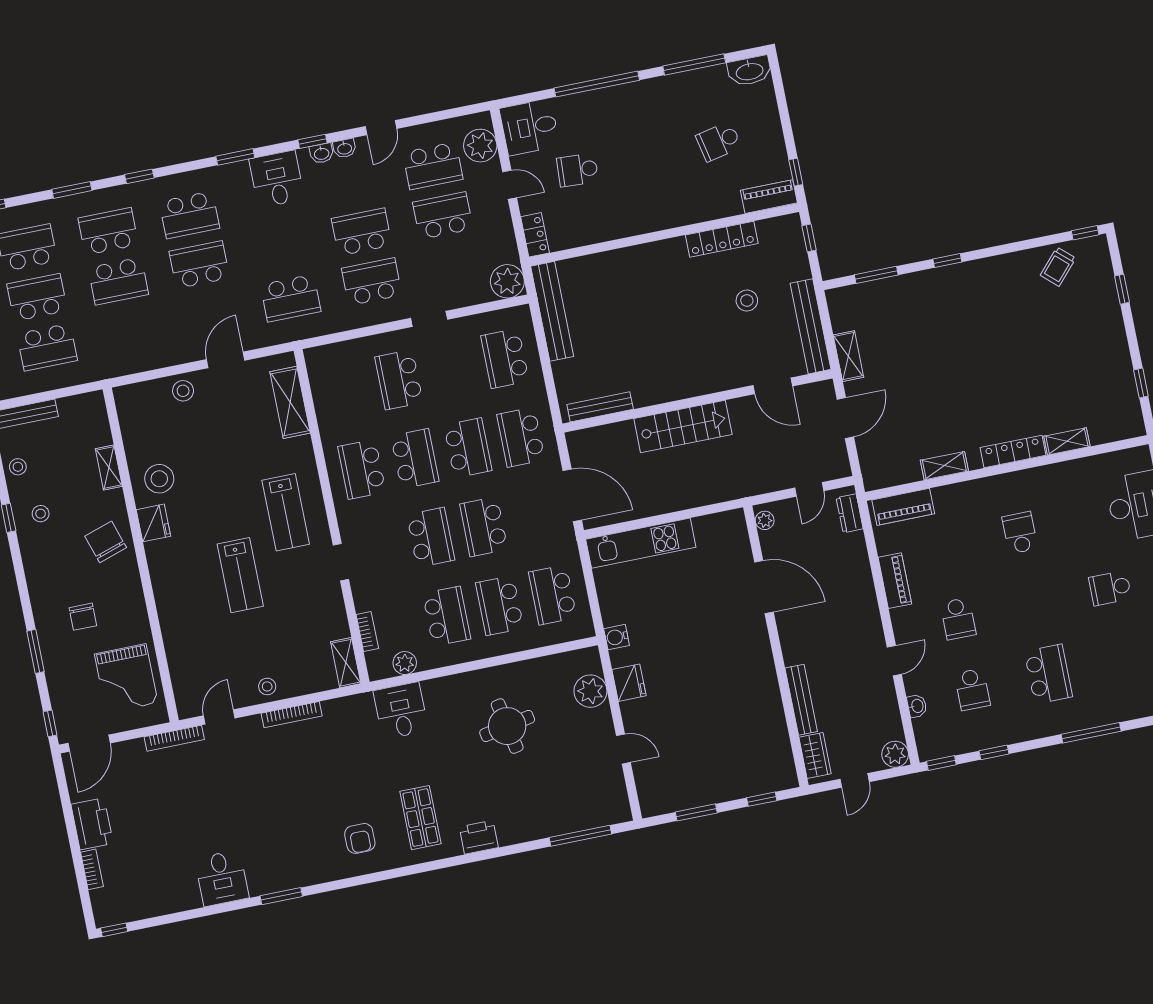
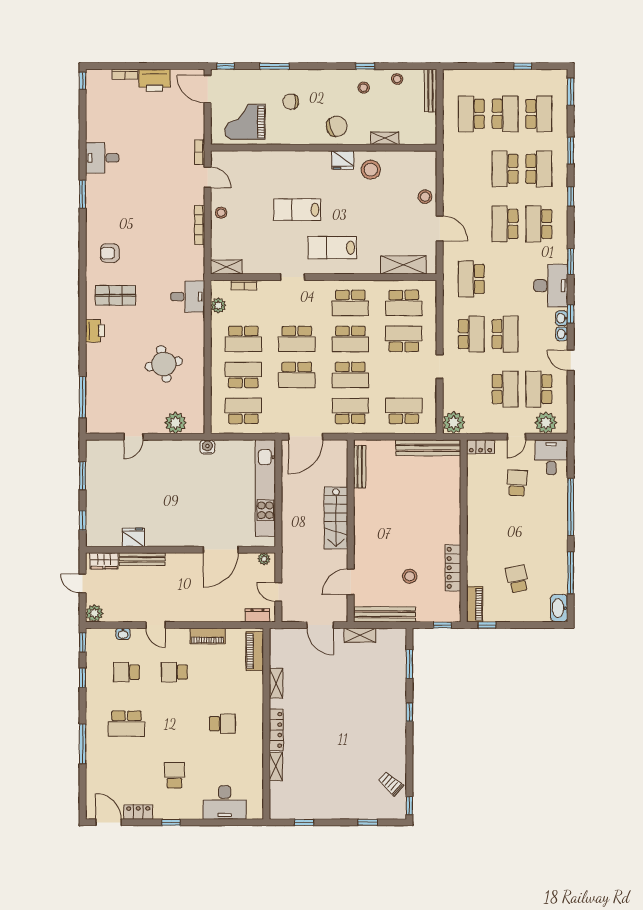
desk: (277, 179) -> (551, 286), width x1.37
school desk: (199, 265) -> (505, 224), turned 180
school desk: (346, 390) -> (404, 303), added
school desk: (362, 469) -> (350, 303), turned 180
school desk: (484, 527) -> (297, 375), turned 180
kitchen unit: (641, 543) -> (265, 488), width x1.36
fridge: (629, 683) -> (133, 537), moved, turned 180
bookcase: (174, 738) -> (200, 152), width x0.64

